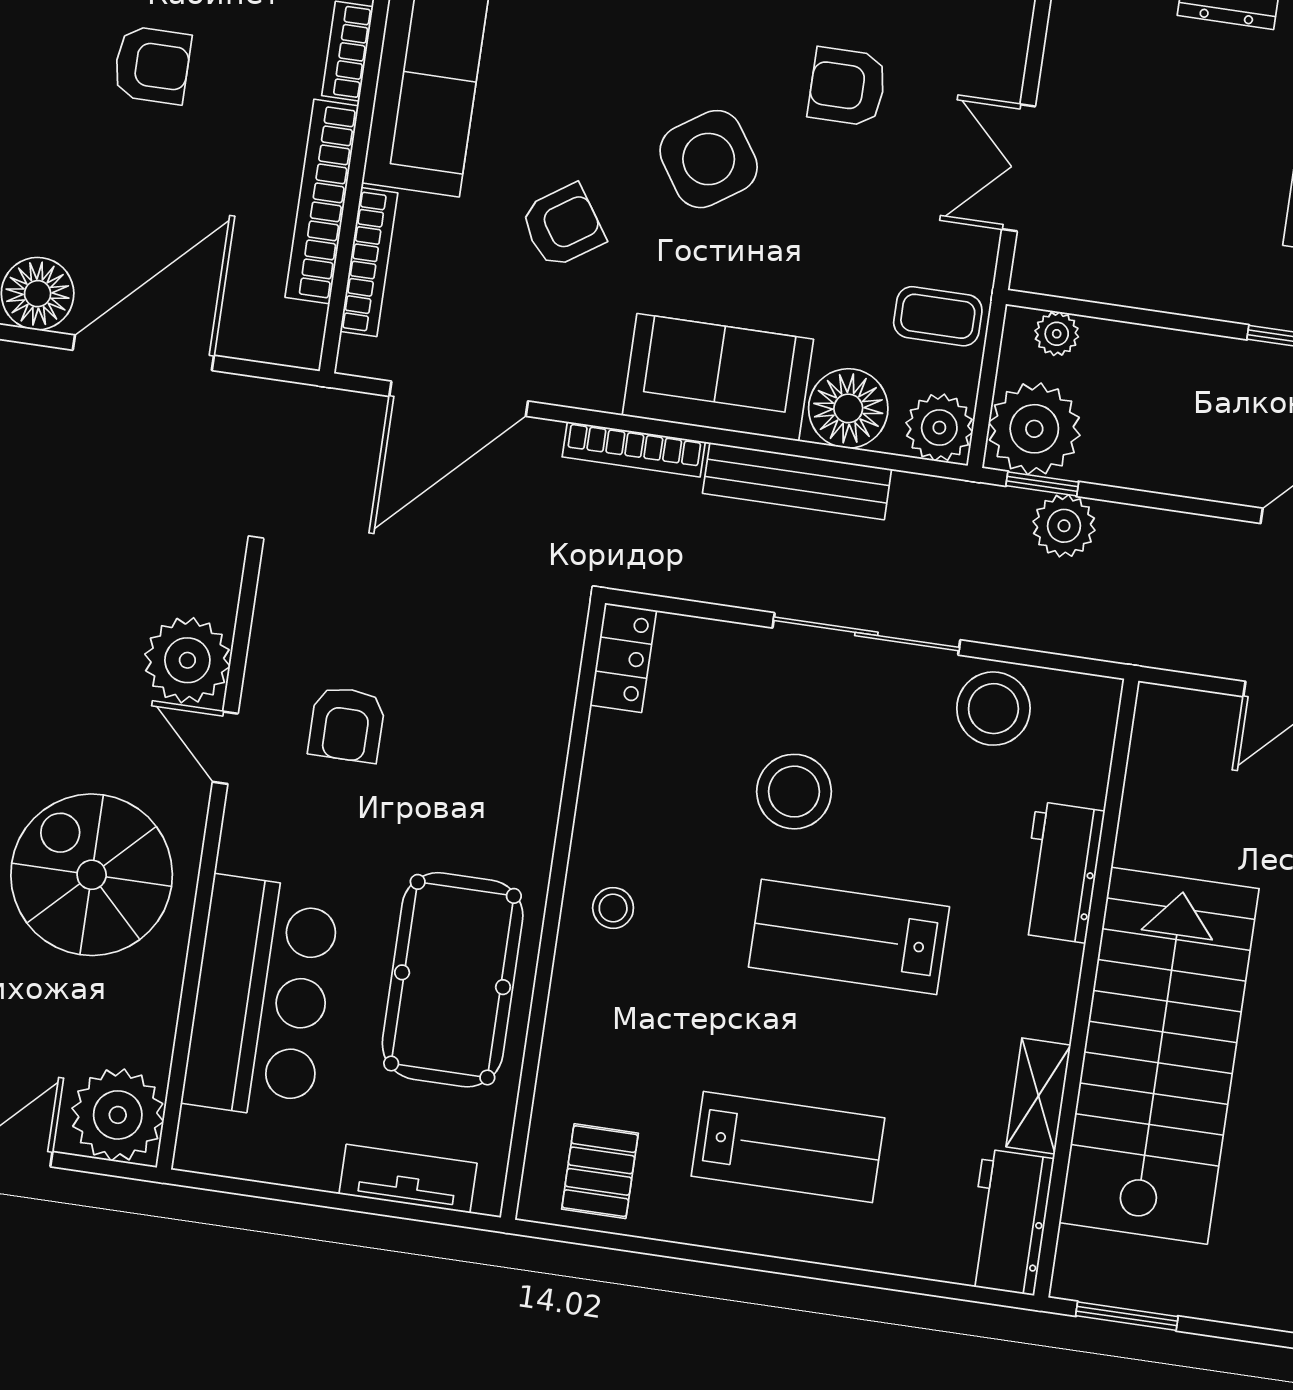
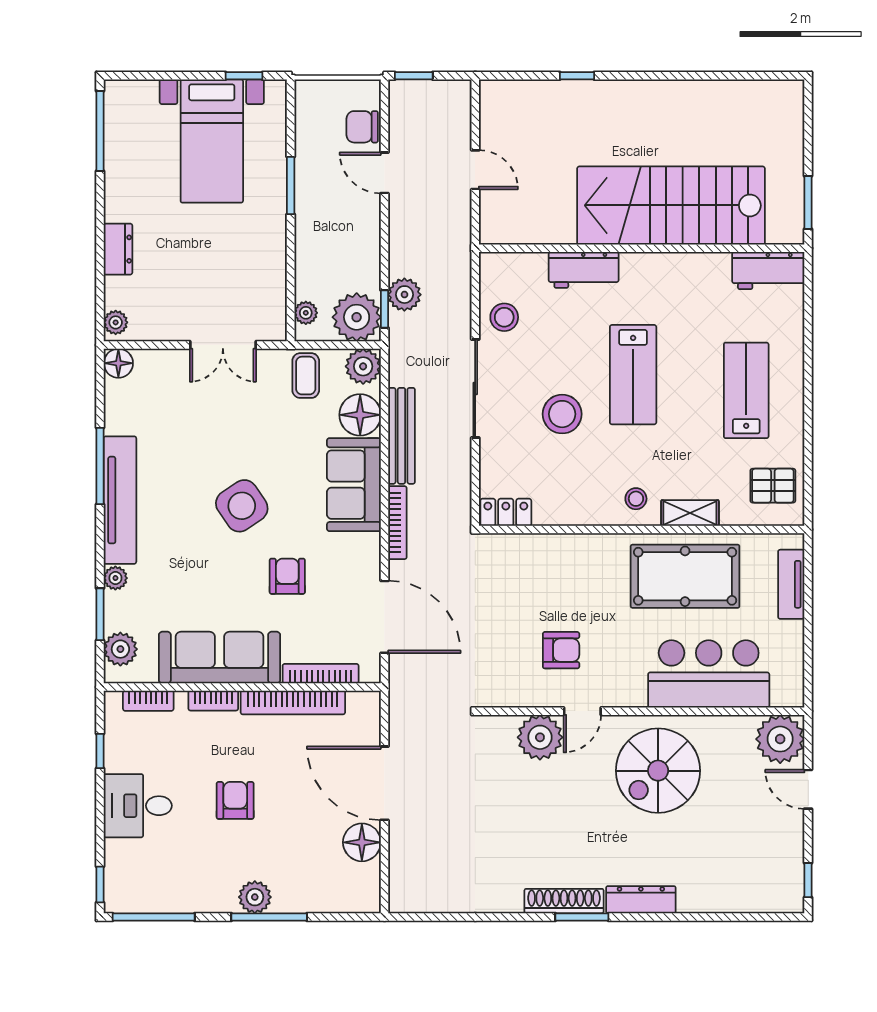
armchair: (847, 87) -> (194, 440), removed
armchair: (563, 226) -> (287, 576), turned 34
stool: (993, 709) -> (504, 317), width x0.73, depth x0.73
shelving: (1038, 1096) -> (690, 513), moved

